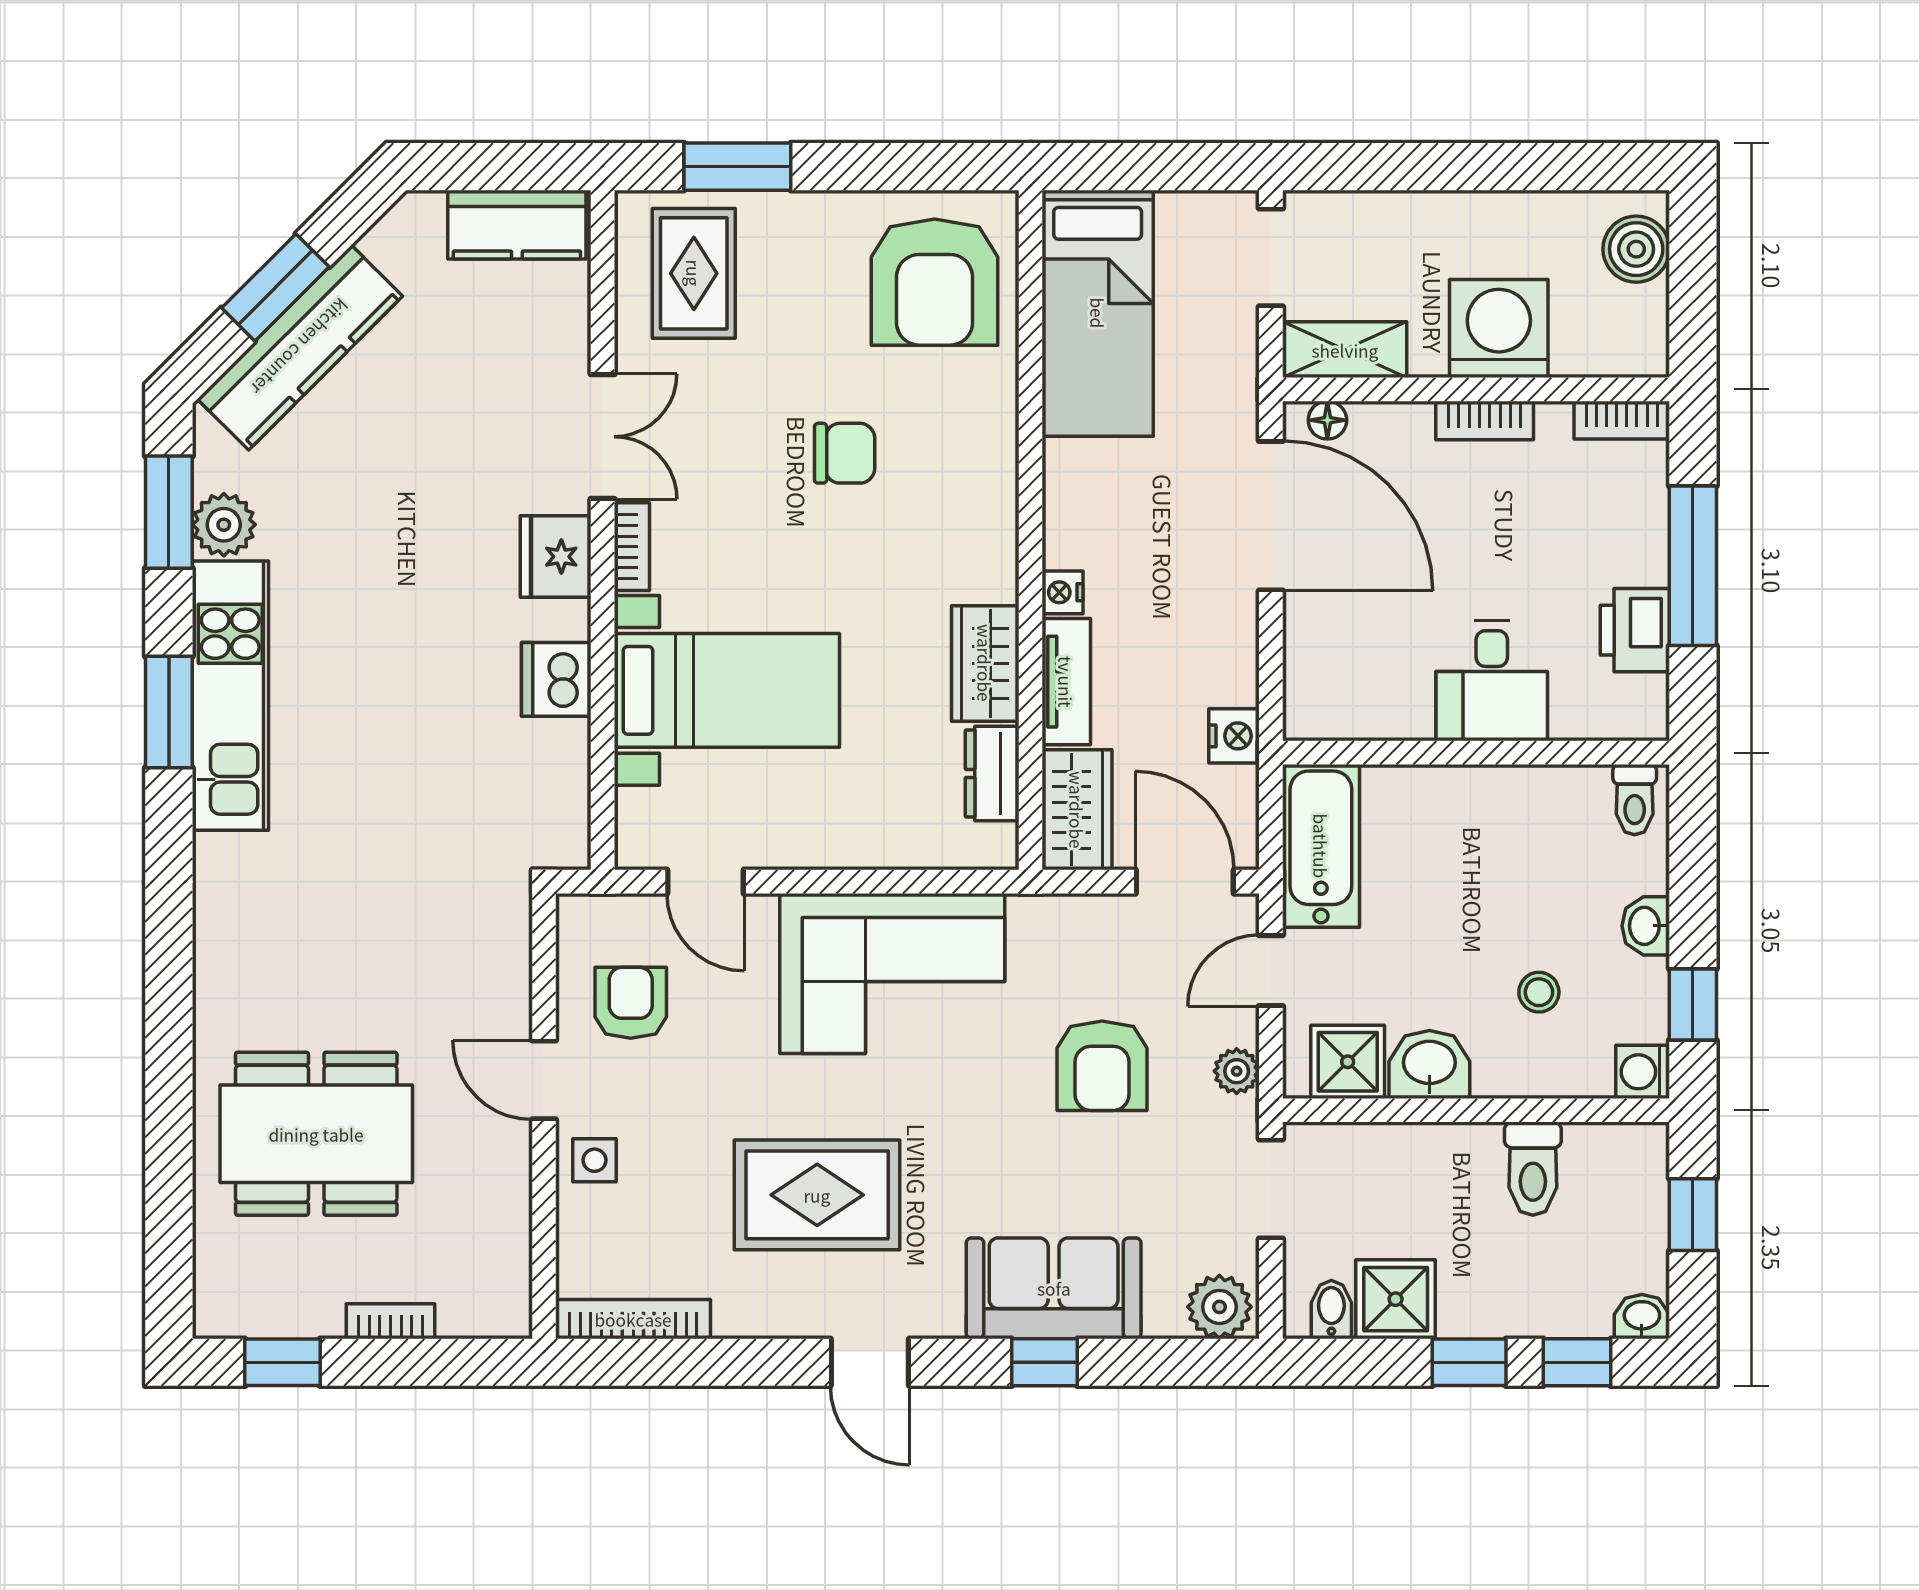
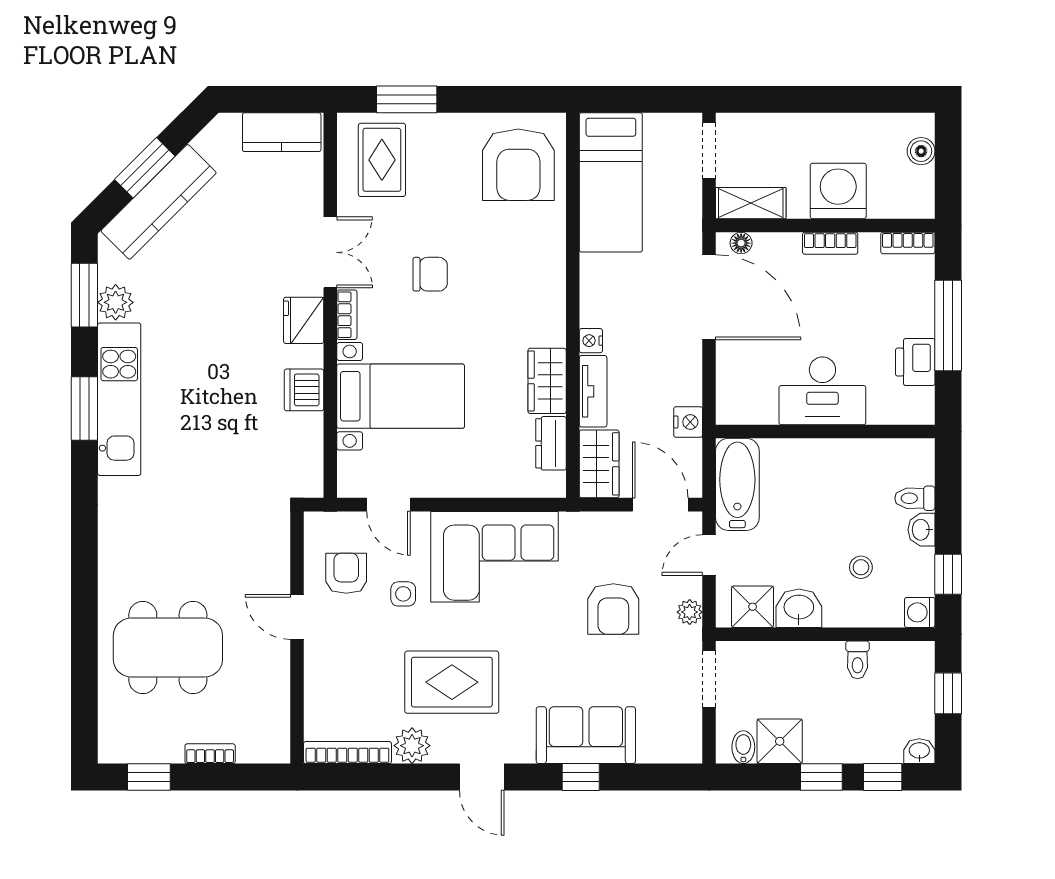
boiler: (1636, 249) -> (921, 151), width x0.73, depth x0.73
chair: (845, 453) -> (430, 274), moved
desk: (1492, 681) -> (822, 391), width x1.37
toilet: (1635, 800) -> (915, 498), moved, turned 90
side table: (594, 1160) -> (403, 594), moved
toilet: (1533, 1169) -> (858, 660), width x0.73, depth x0.72
plant: (1219, 1307) -> (412, 746), moved

